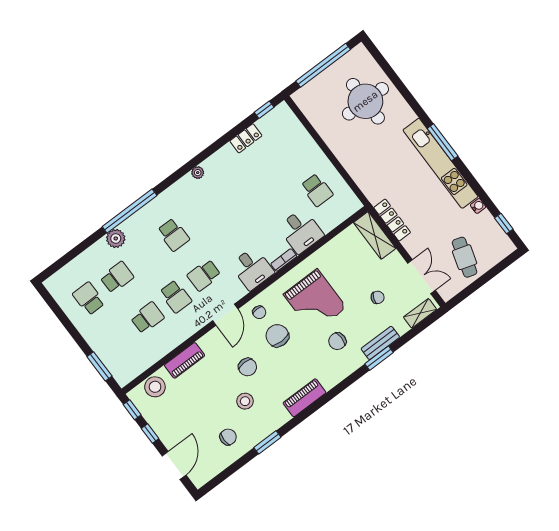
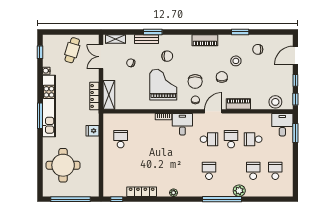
locker: (246, 138) -> (142, 192), width x1.53
fridge: (361, 174) -> (93, 131), added
desk: (301, 231) -> (282, 125), moved
school desk: (117, 277) -> (253, 171), turned 90
school desk: (89, 299) -> (275, 171), turned 180
piano: (185, 360) -> (238, 104), moved

